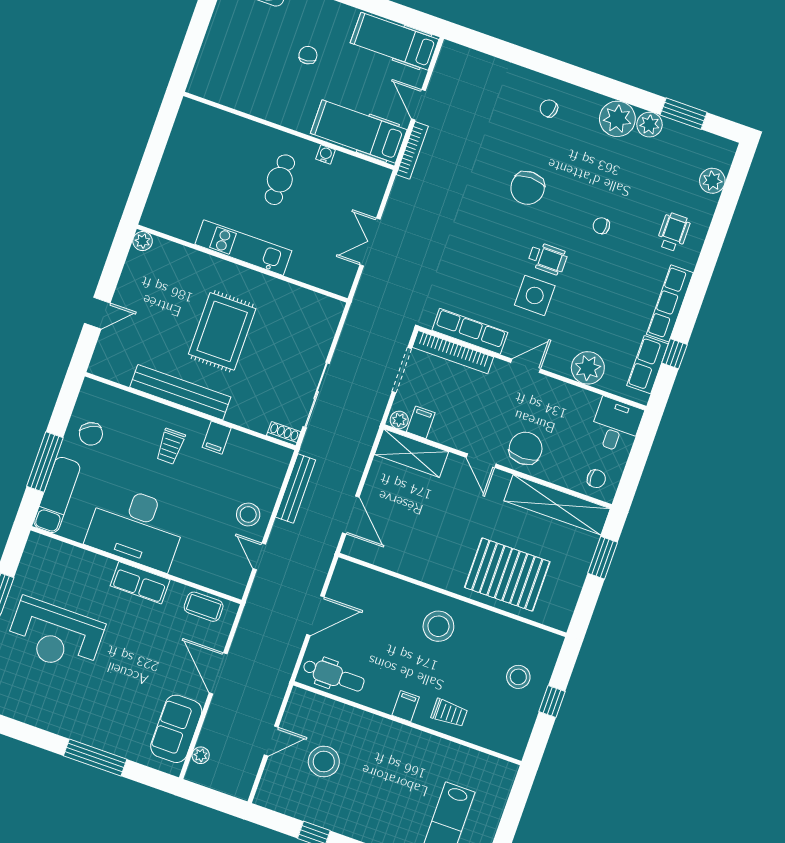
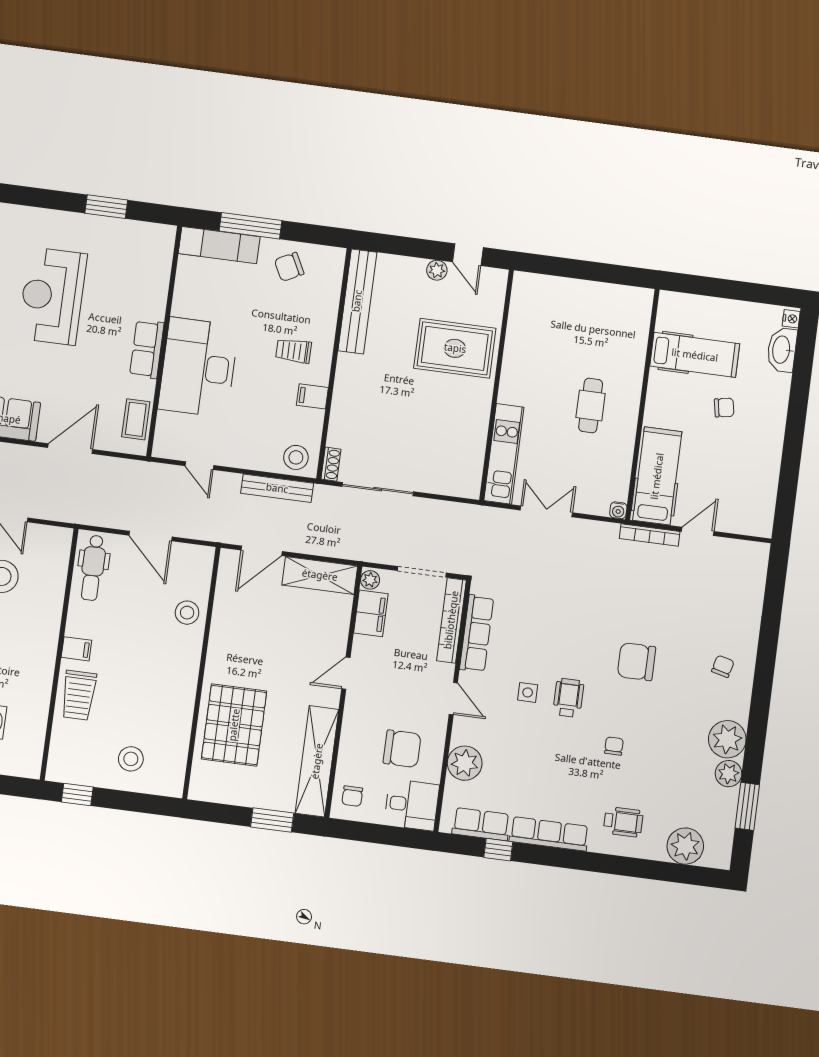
hospital bed: (395, 41) -> (695, 355), moved, turned 90
water cooler: (326, 154) -> (618, 510), moved, turned 90
cafe table: (280, 180) -> (591, 405), turned 90
plant: (712, 181) -> (685, 846), width x1.36, depth x1.36
plant: (143, 241) -> (437, 270), moved
kitchen unit: (243, 248) -> (504, 454), moved
wheelchair: (548, 259) -> (568, 698), turned 180
side table: (535, 295) -> (528, 692), width x0.54, depth x0.54
door: (97, 313) -> (468, 255), moved
rug: (222, 331) -> (455, 348), moved
bench: (180, 392) -> (357, 301), moved
filing cabinet: (421, 422) -> (371, 613), width x2.00
chair: (526, 448) -> (402, 749), moved
shelving: (412, 453) -> (320, 575), moved, turned 90
stool: (248, 514) -> (296, 457), moved
desk: (136, 527) -> (198, 367), moved
door: (259, 556) -> (199, 466), swing flipped
stool: (438, 626) -> (187, 613), moved, width x0.73, depth x0.73
reception desk: (55, 635) -> (52, 296), moved
window: (552, 701) -> (77, 794), moved
trolley: (449, 713) -> (79, 695), width x1.36, depth x1.39

